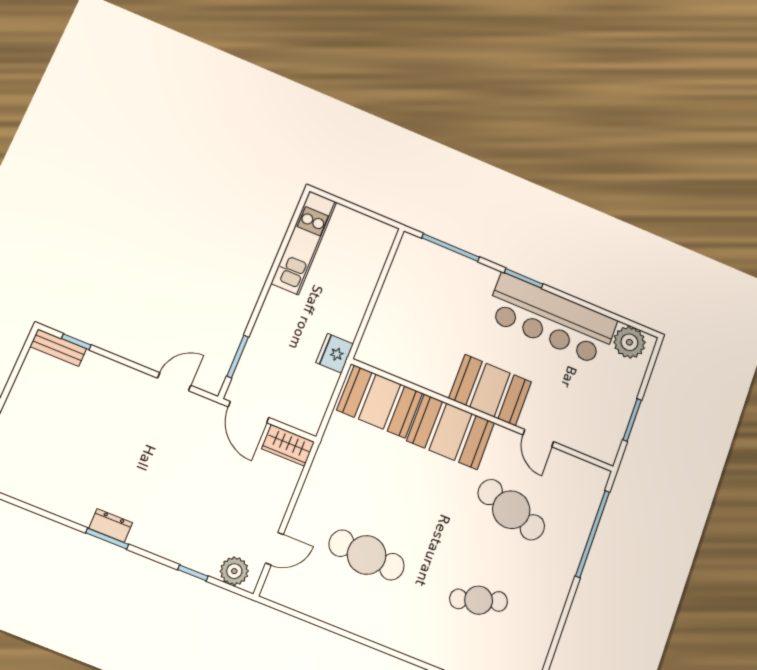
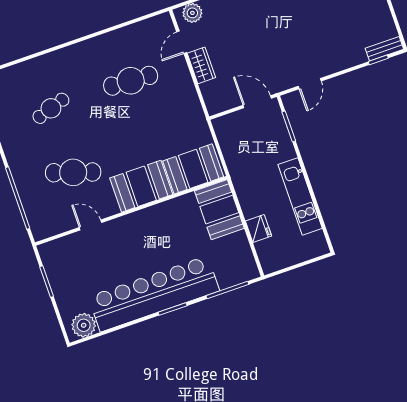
kitchen unit: (304, 243) -> (300, 196), moved
bar counter: (551, 319) -> (154, 294), width x1.36
fridge: (335, 353) -> (258, 228), moved
booth: (490, 390) -> (219, 210), moved, turned 90
wardrobe: (288, 445) -> (201, 65), moved, turned 90

